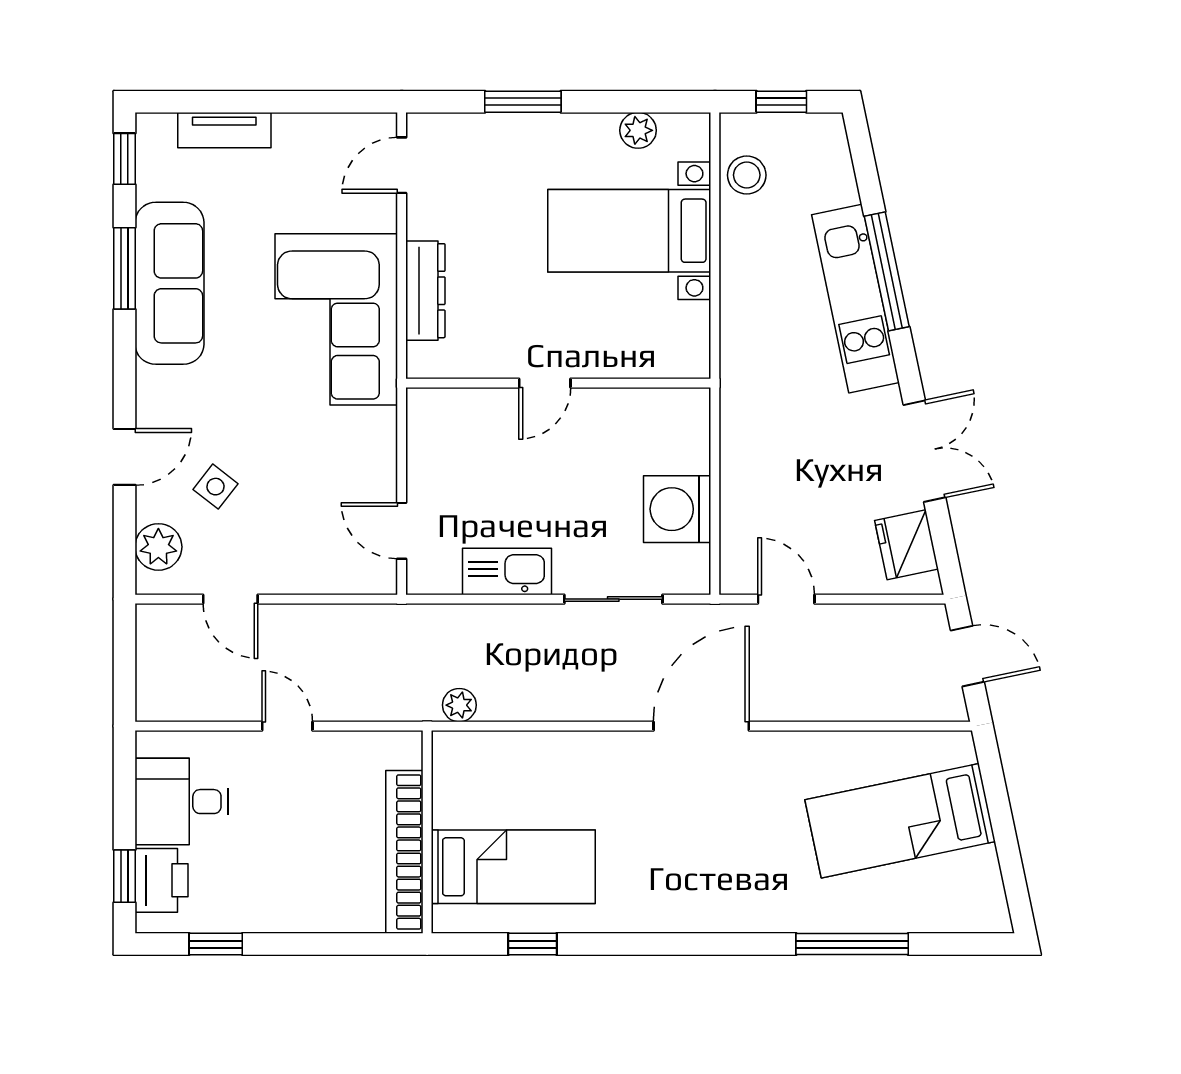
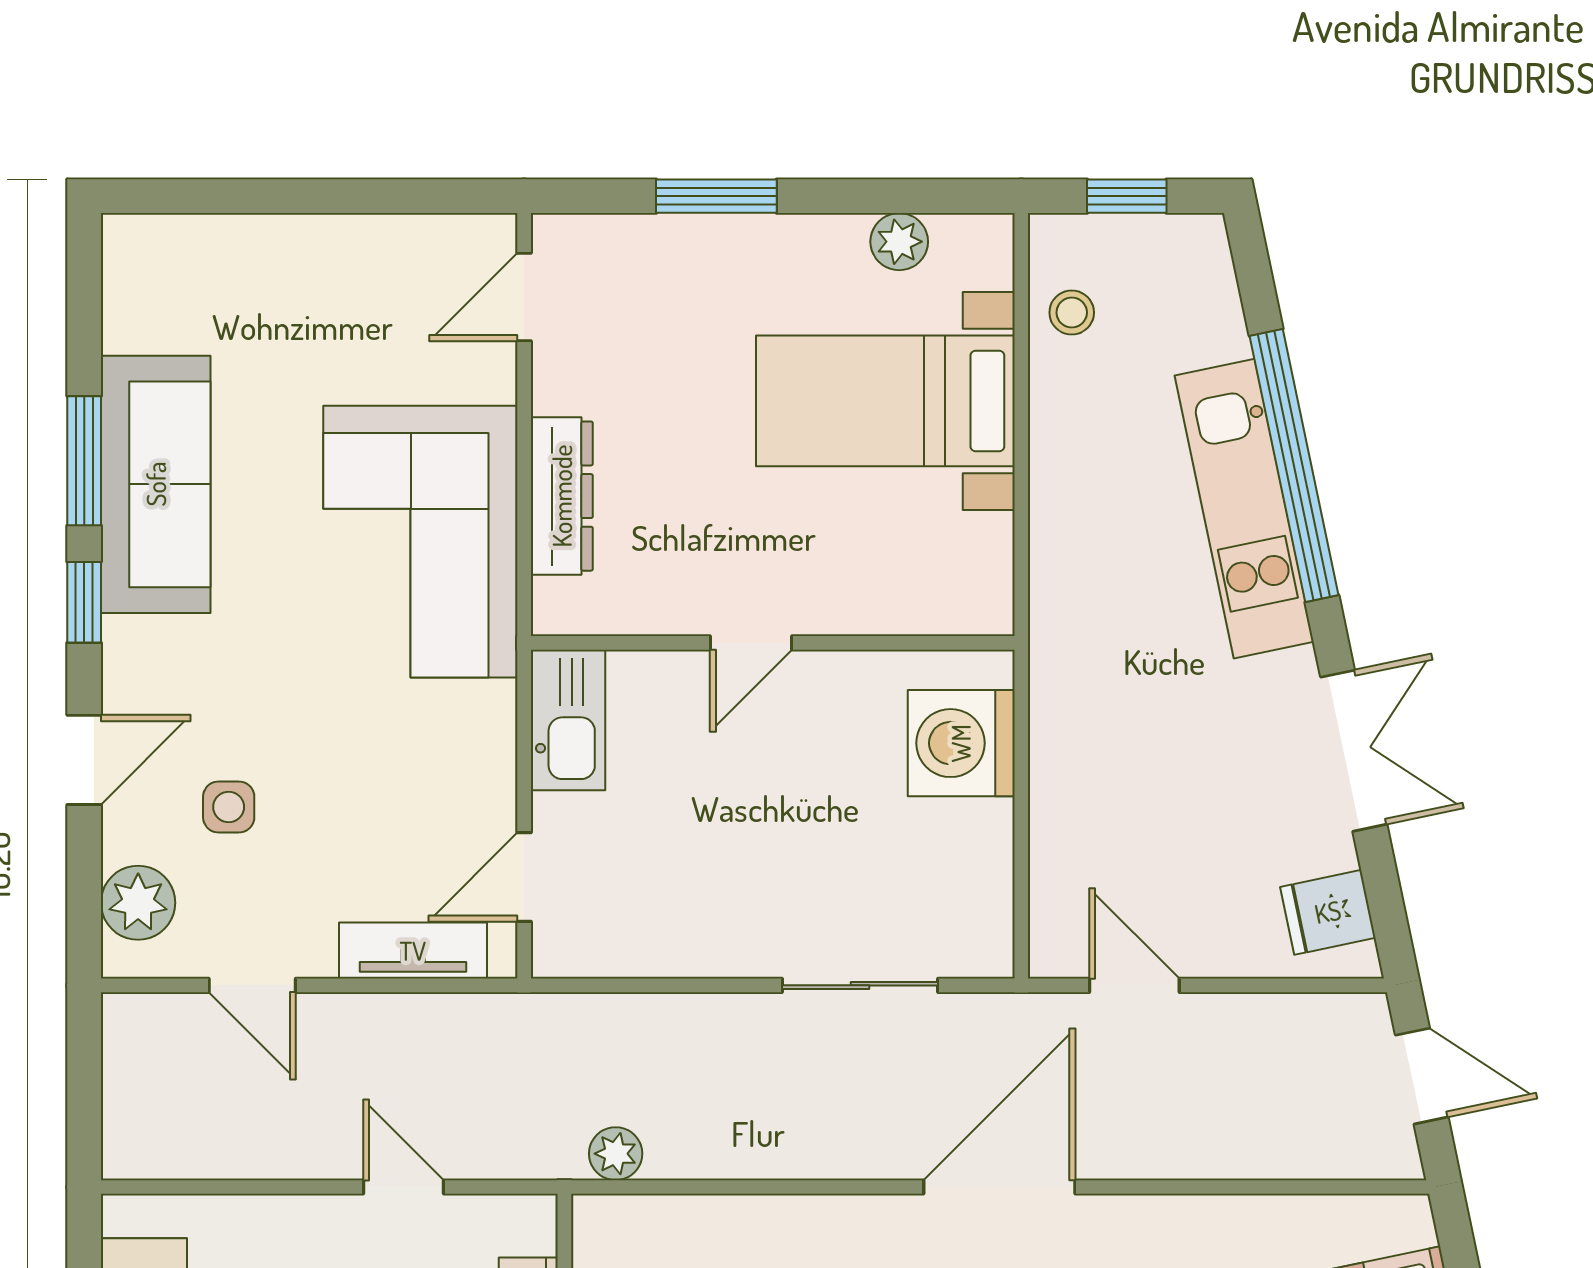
tv unit: (224, 130) -> (413, 951), moved, turned 180
window: (124, 159) -> (84, 602), moved
stool: (747, 175) -> (1072, 313), width x0.73, depth x0.73
window: (887, 271) -> (1294, 466), width x1.46
side table: (215, 487) -> (229, 807), turned -38
washing machine: (677, 509) -> (961, 743), moved
door: (402, 531) -> (524, 877), hinge flipped
fridge: (906, 545) -> (1328, 912), width x0.72
kitchen sink: (507, 571) -> (568, 720), moved, turned 90
door: (287, 726) -> (403, 1187), moved

